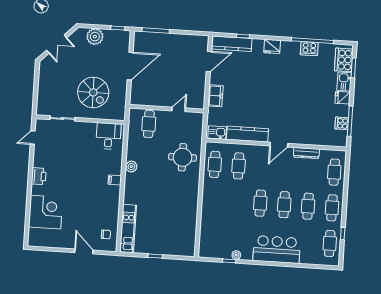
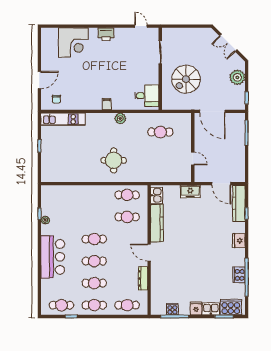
wall: (167, 109) -> (193, 148), moved
door: (179, 109) -> (193, 158), moved
round table: (183, 157) -> (114, 160), moved

